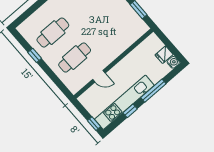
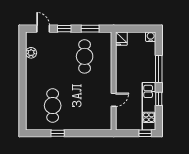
fridge: (164, 55) -> (121, 39), moved
cafe table: (75, 58) -> (85, 56), moved
kitchen unit: (124, 102) -> (149, 106), width x0.73

